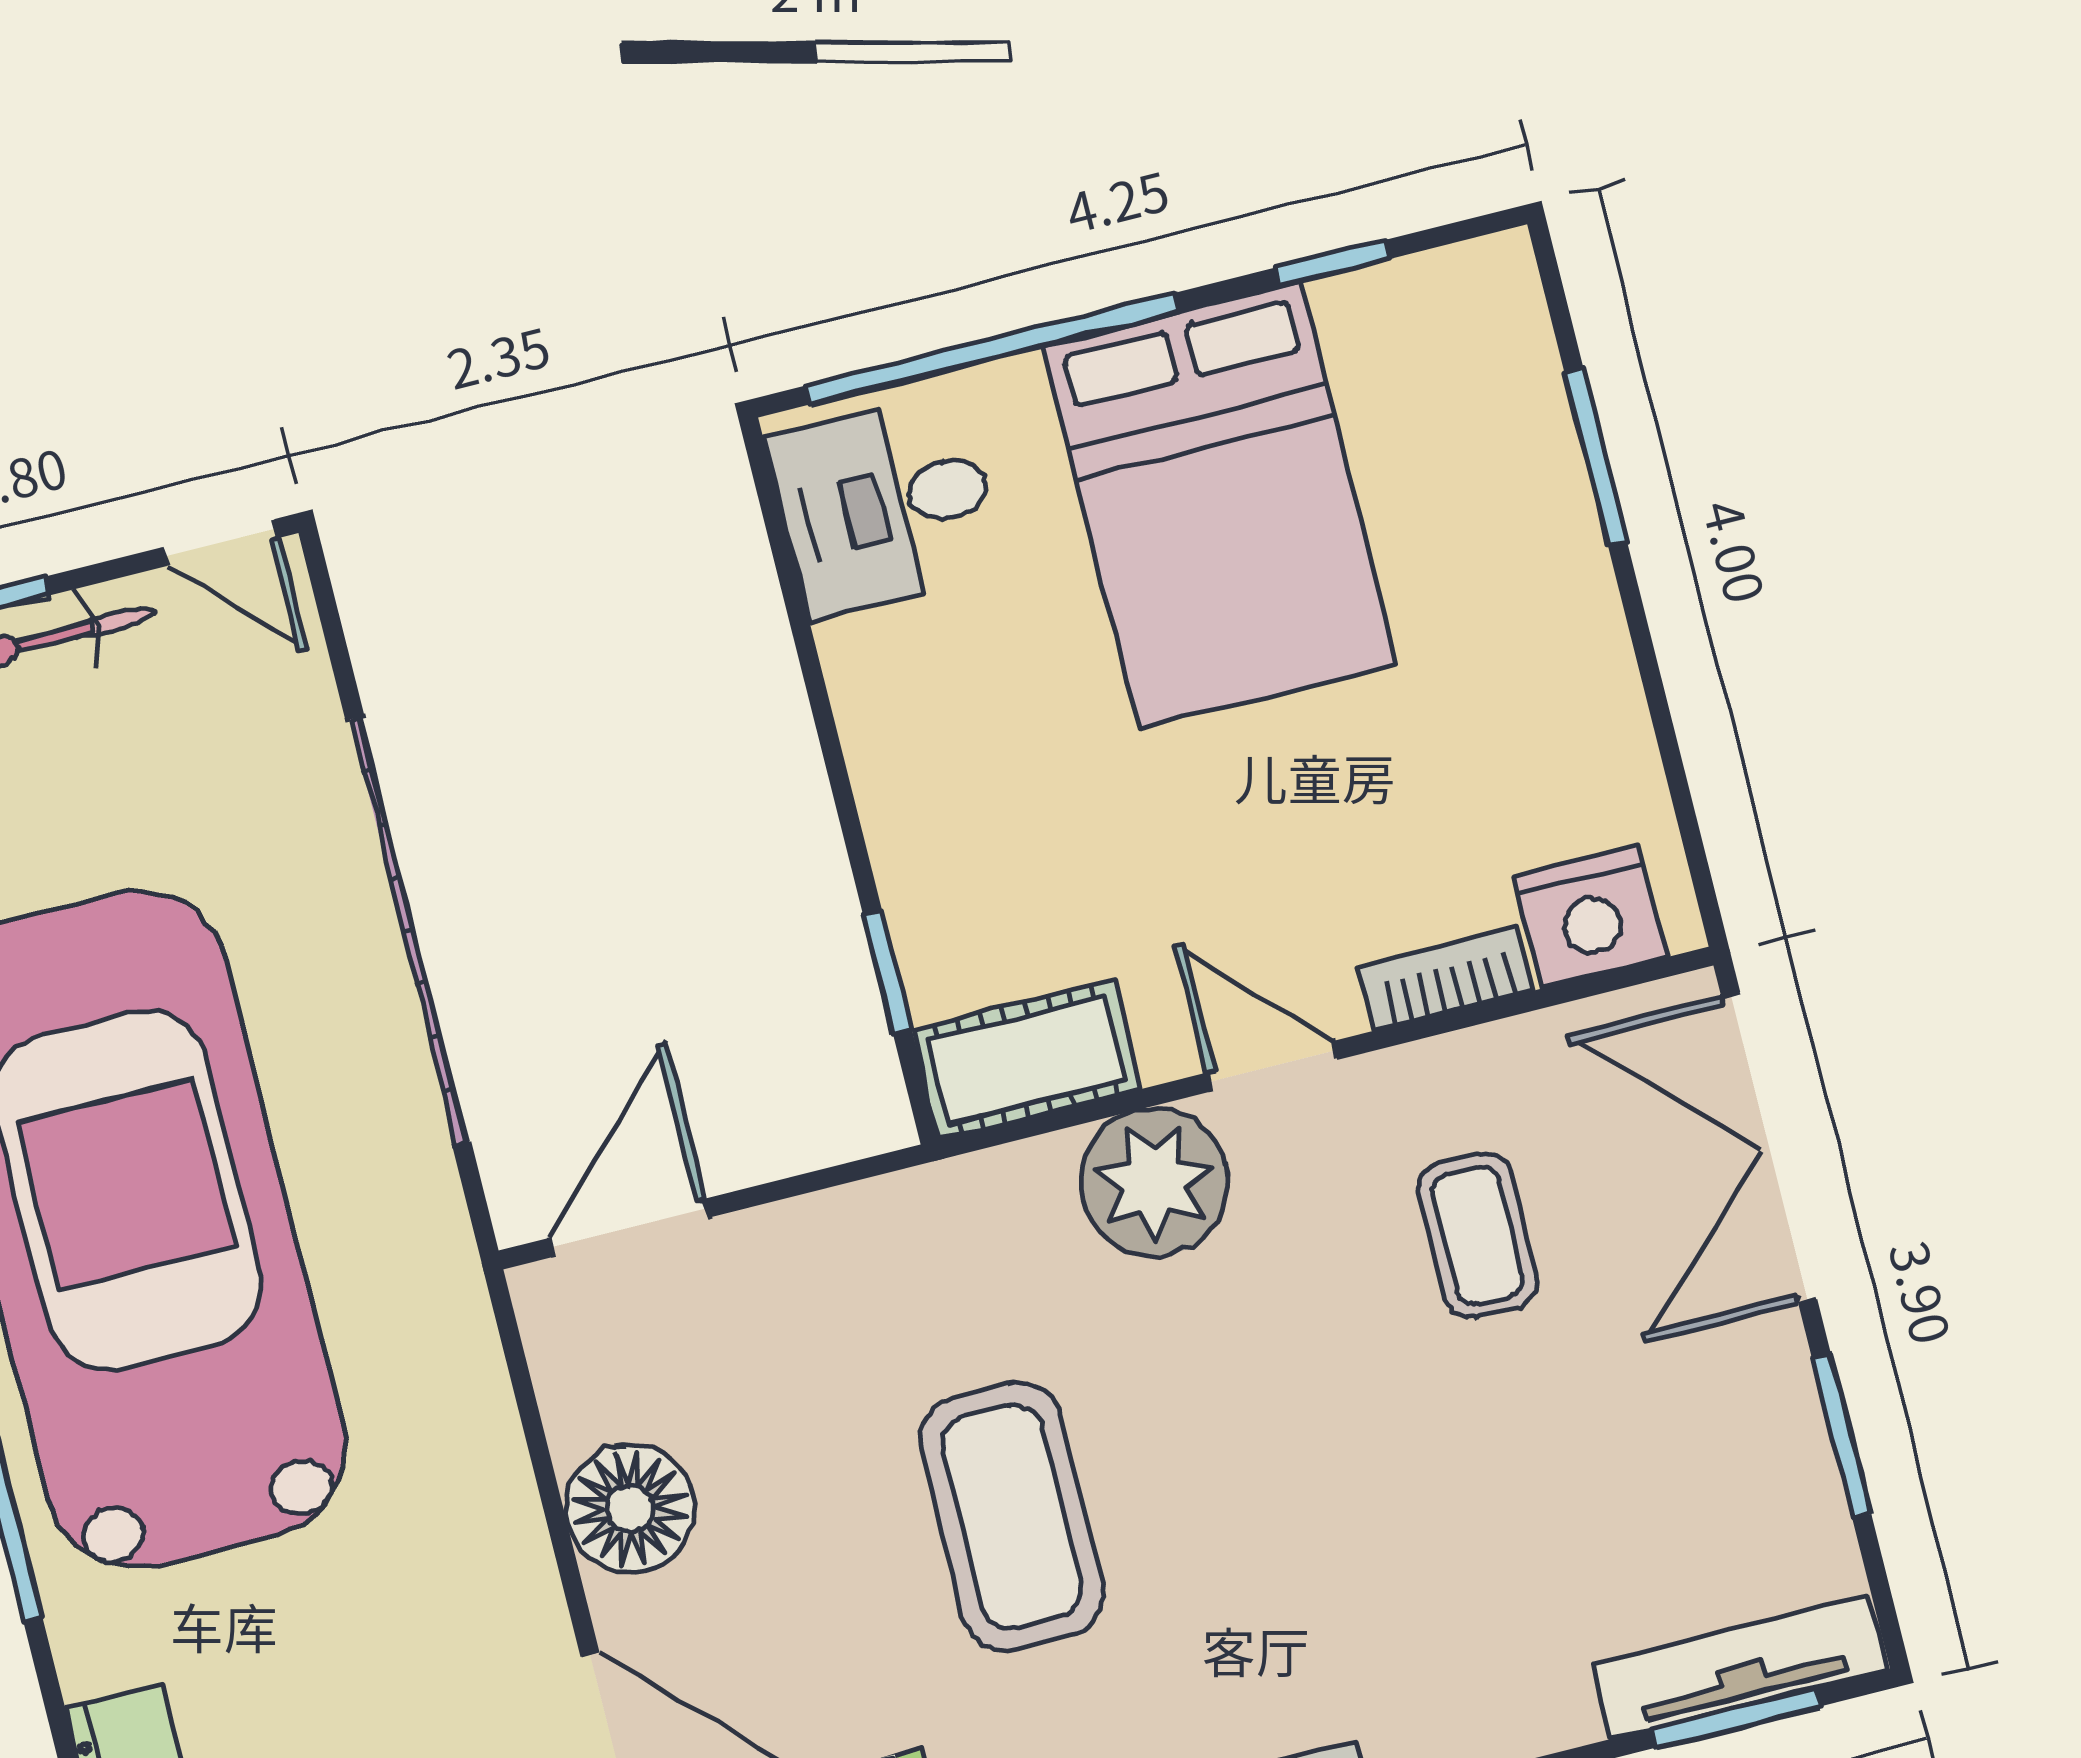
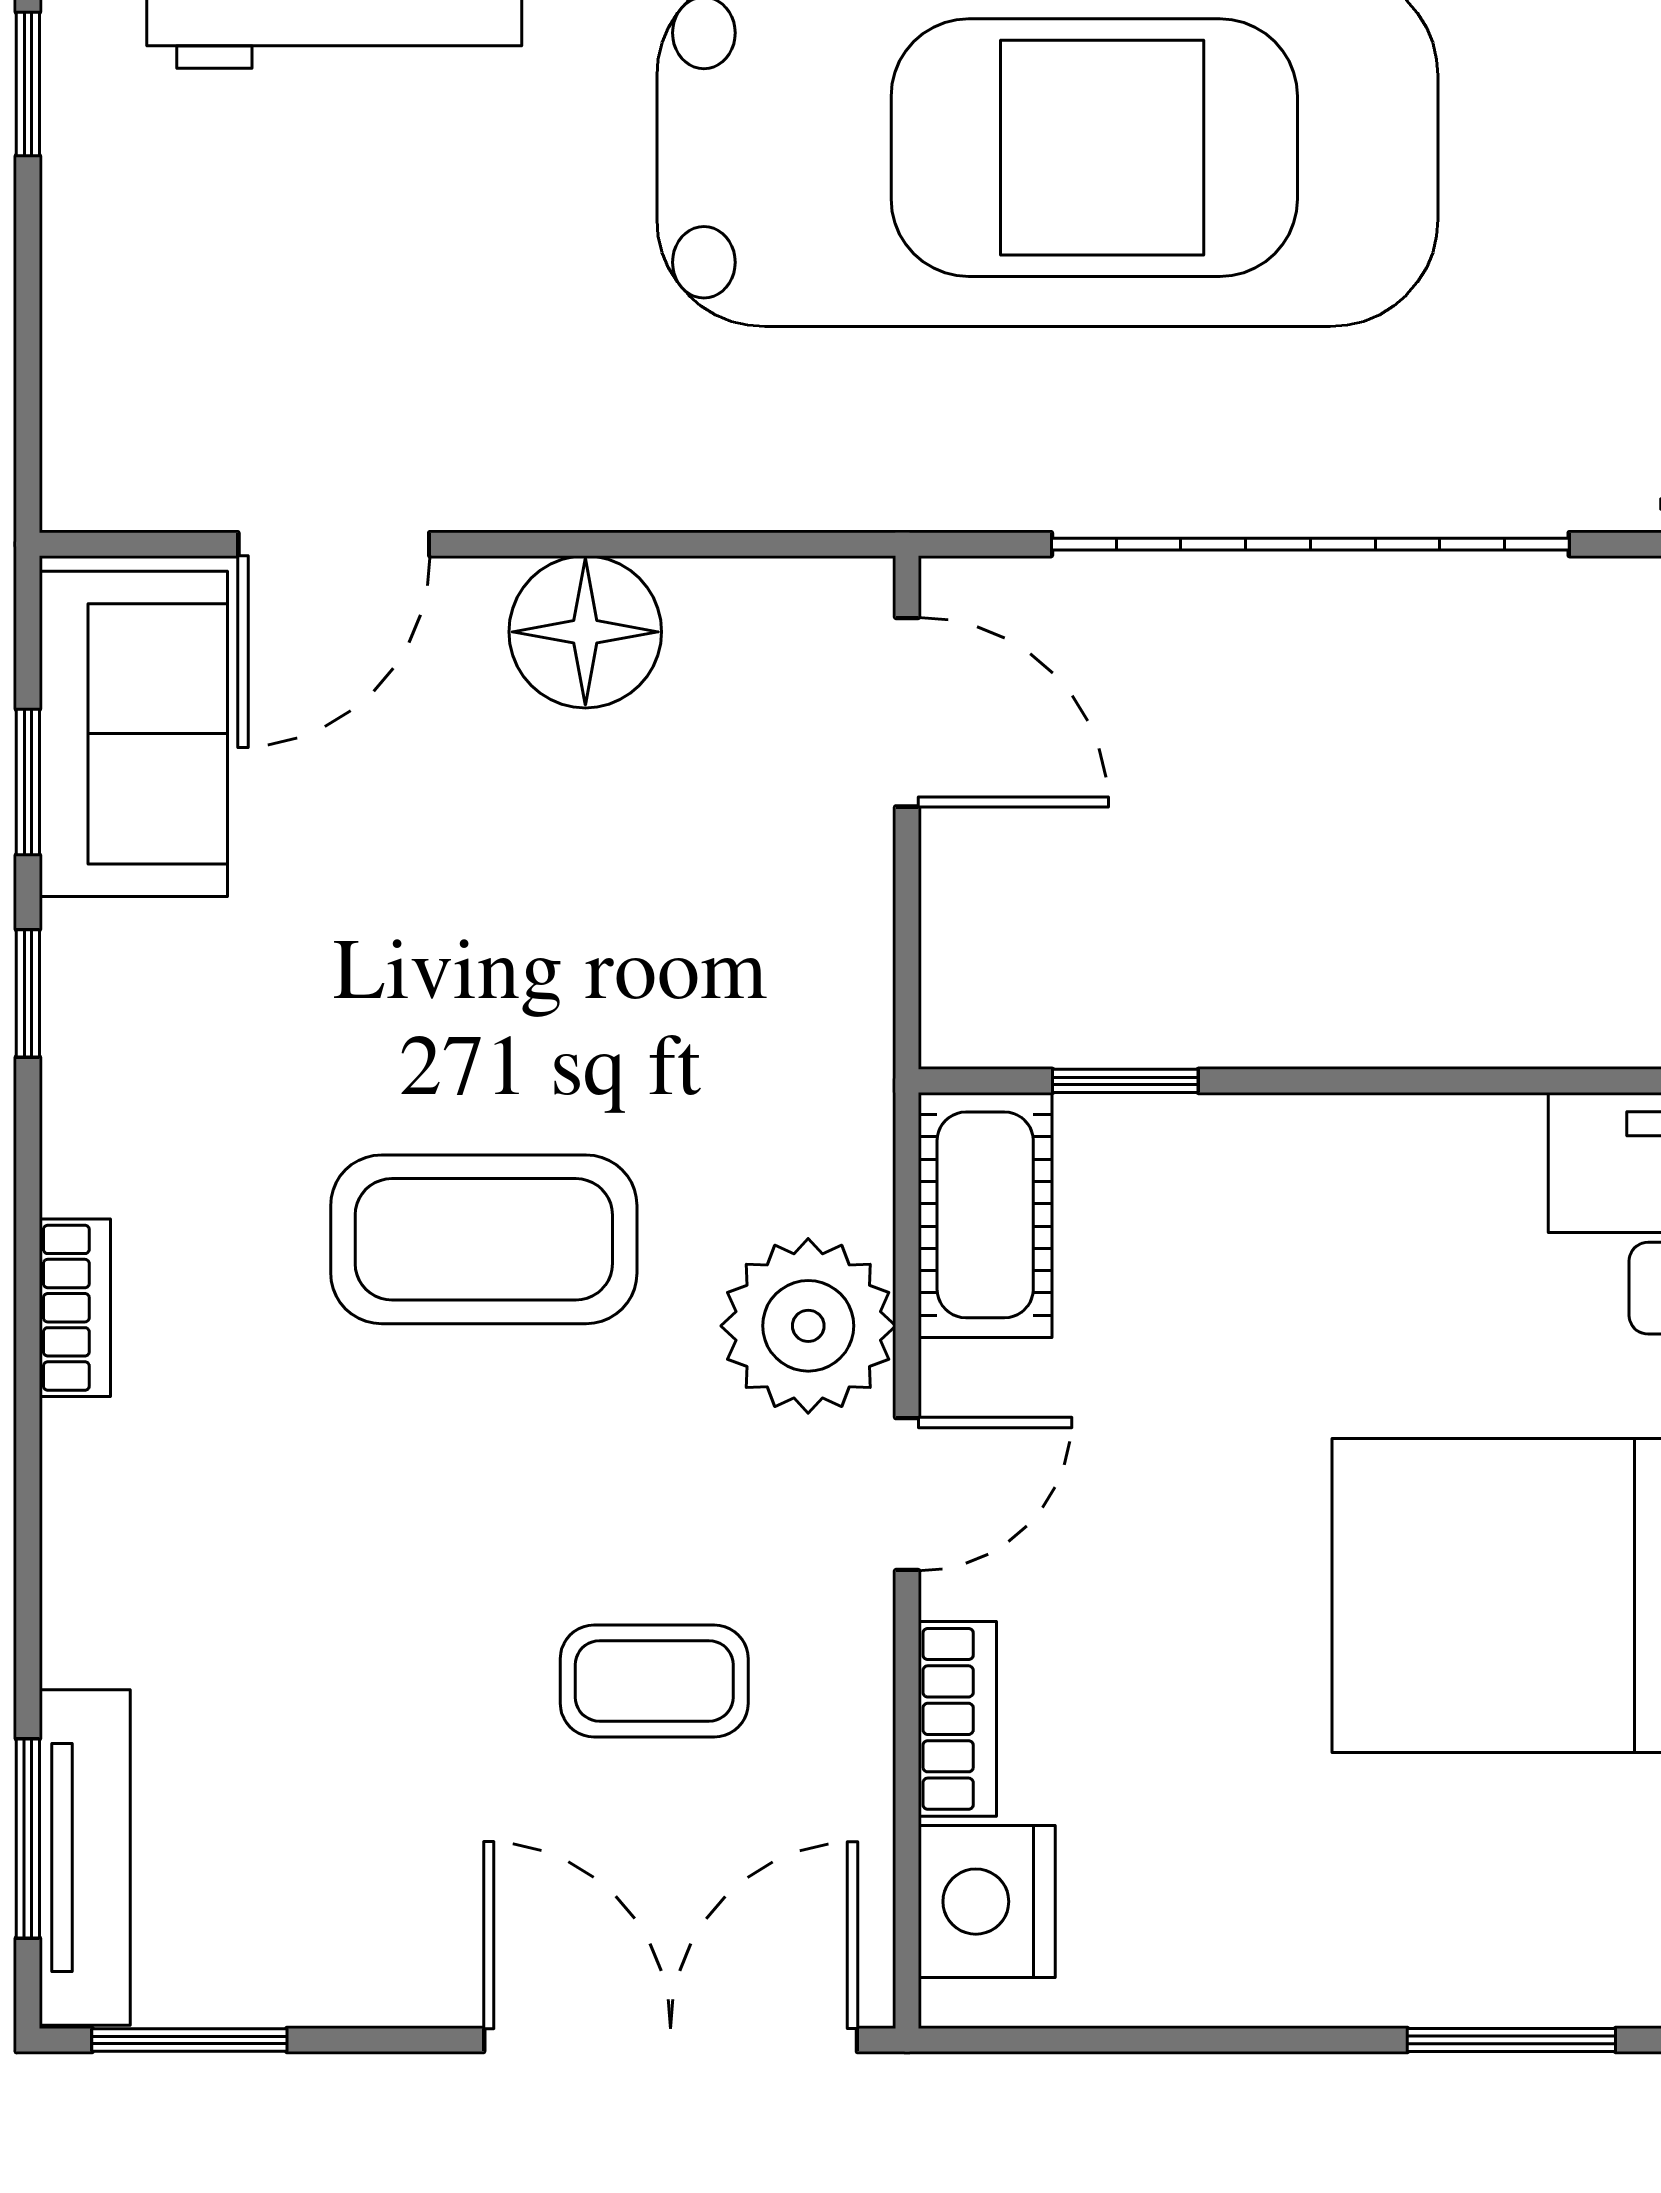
window: (1842, 1436) -> (189, 2040), moved
coffee table: (1012, 1516) -> (484, 1239), moved

